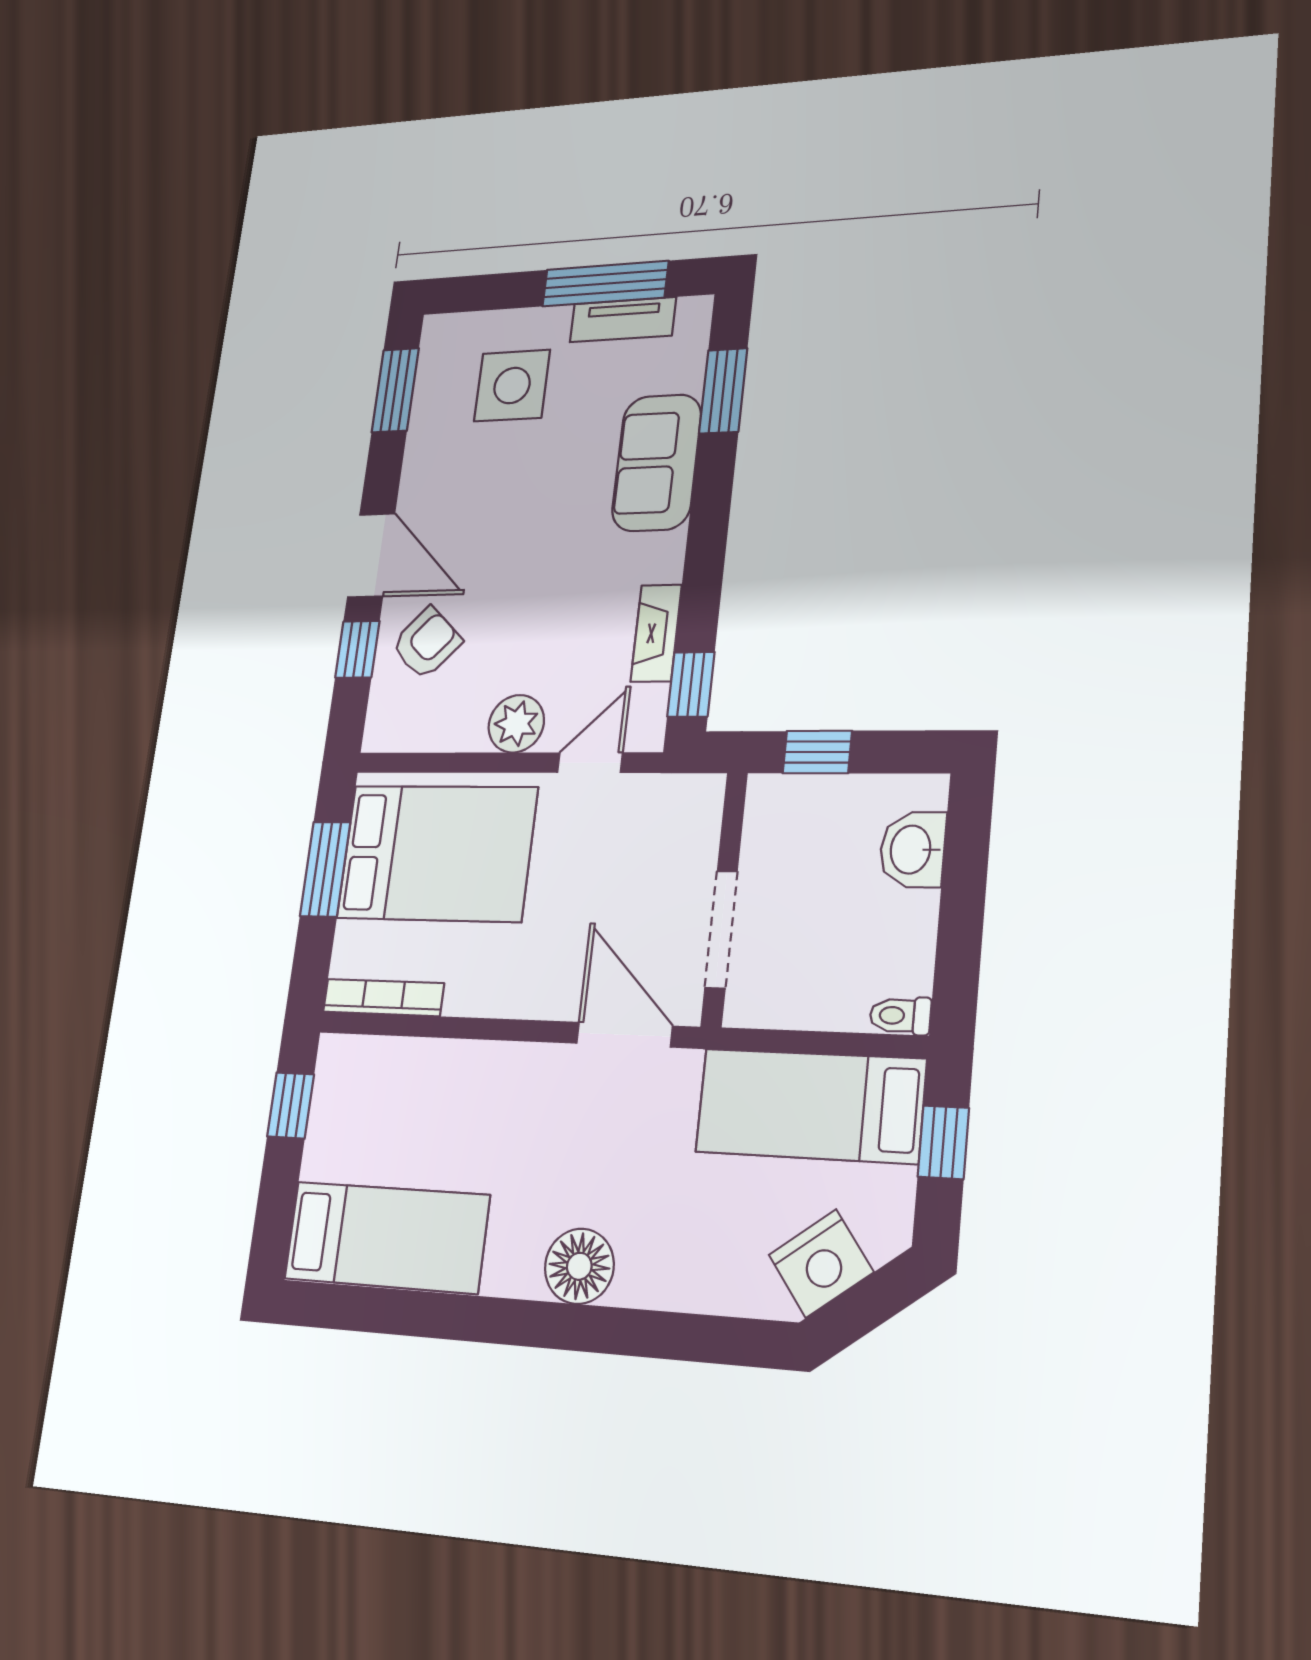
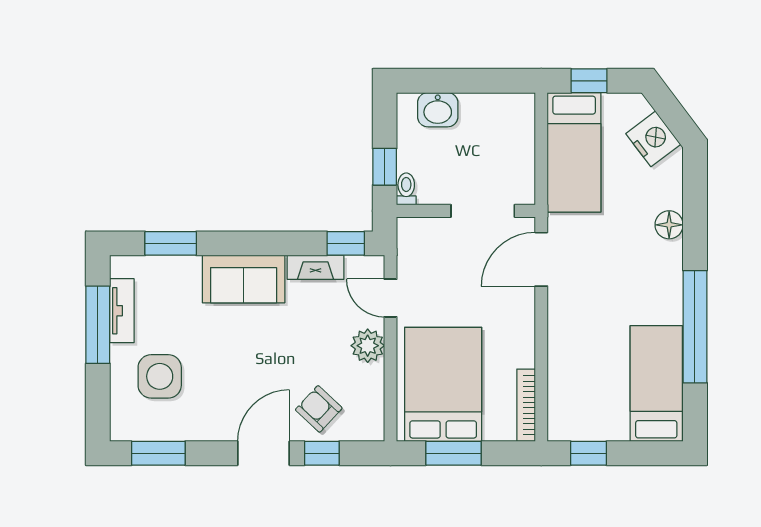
sofa: (657, 463) -> (244, 279), moved
toilet: (900, 1016) -> (406, 189), moved, turned 180
floor lamp: (579, 1266) -> (669, 225), moved, width x0.73, depth x0.73
window: (473, 1318) -> (695, 327), added

